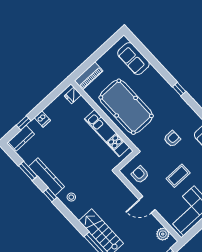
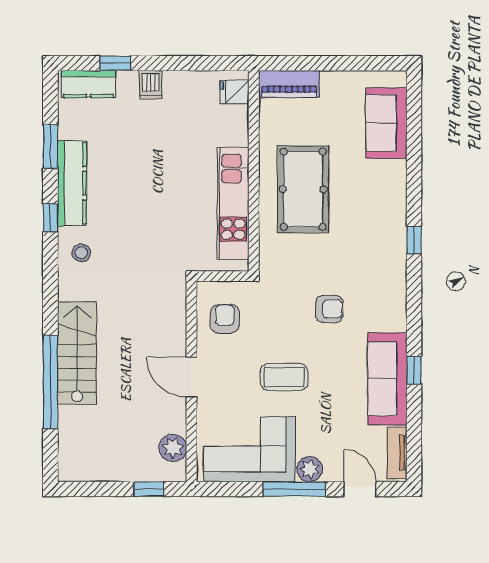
pool table: (126, 107) -> (303, 189), width x0.73, depth x0.76

